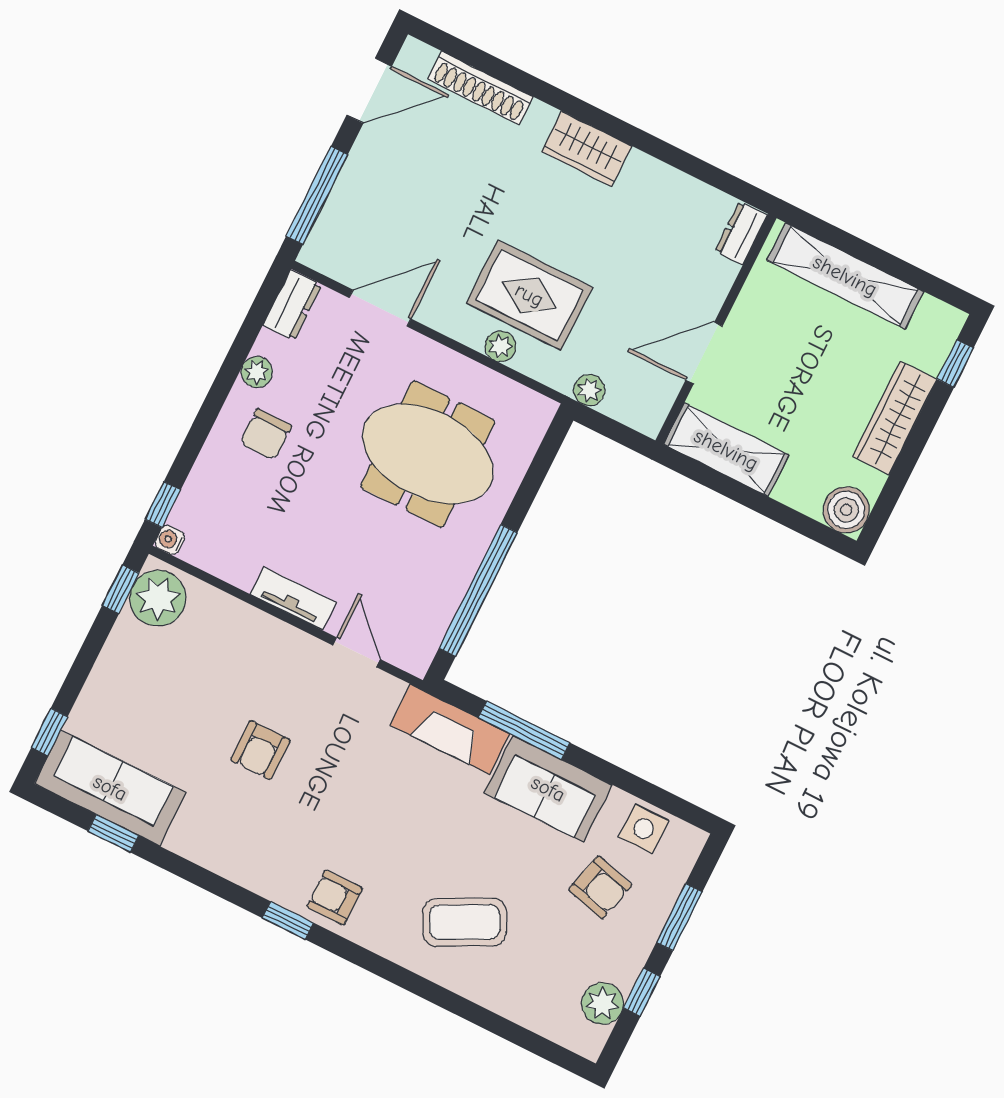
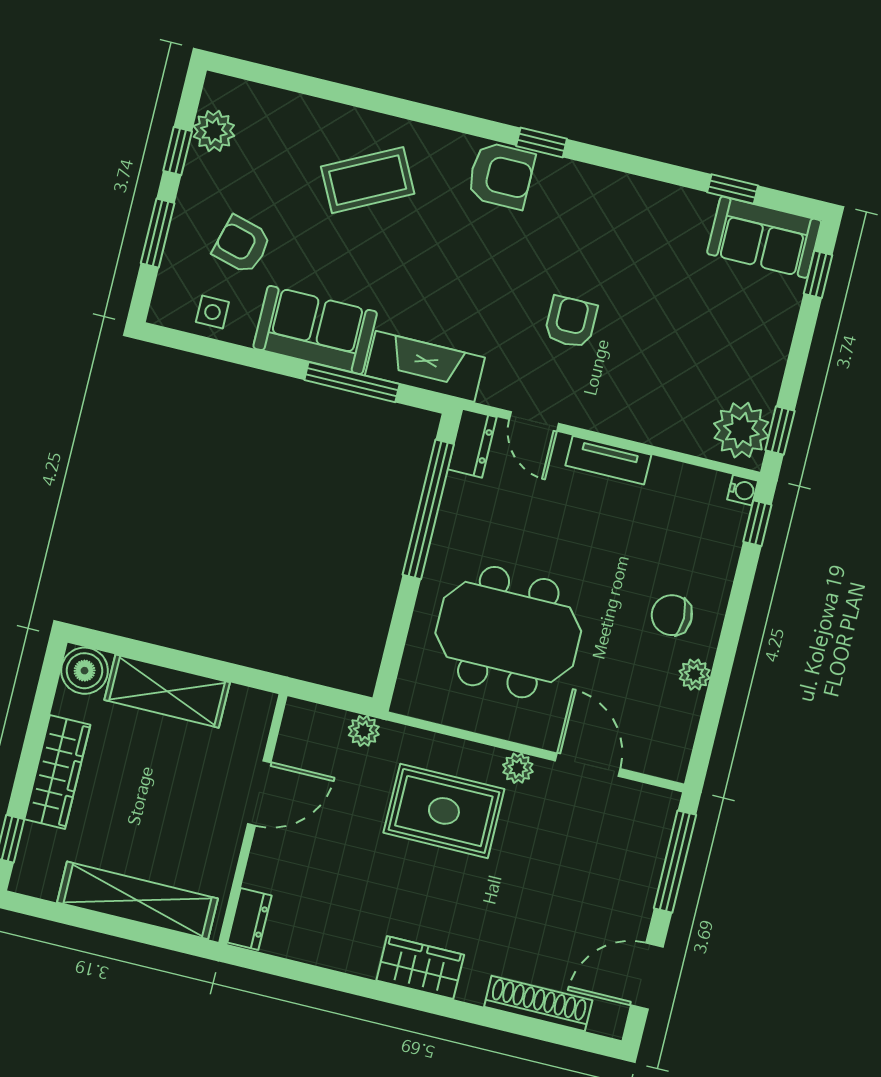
dresser: (292, 305) -> (472, 443), moved, turned 180
door: (380, 308) -> (588, 765), swing flipped
plant: (500, 346) -> (518, 768), moved
chair: (266, 434) -> (672, 615), turned -90
shelving: (726, 450) -> (167, 691), moved
armchair: (260, 750) -> (571, 322), moved
sofa: (110, 788) -> (764, 237), width x0.73
side table: (644, 829) -> (212, 312), width x0.73, depth x0.73
armchair: (334, 897) -> (501, 175), width x1.38, depth x1.38

